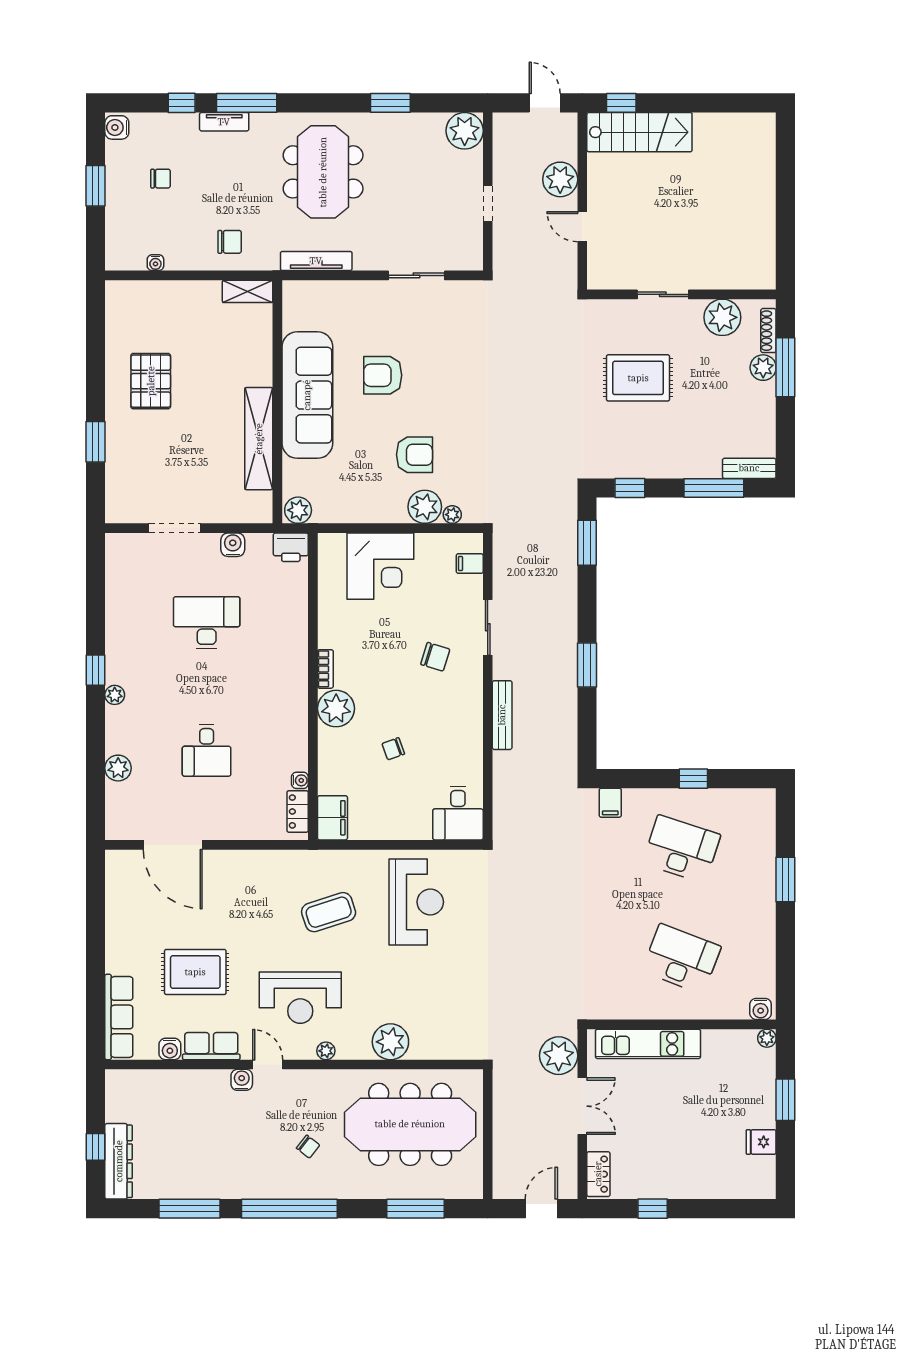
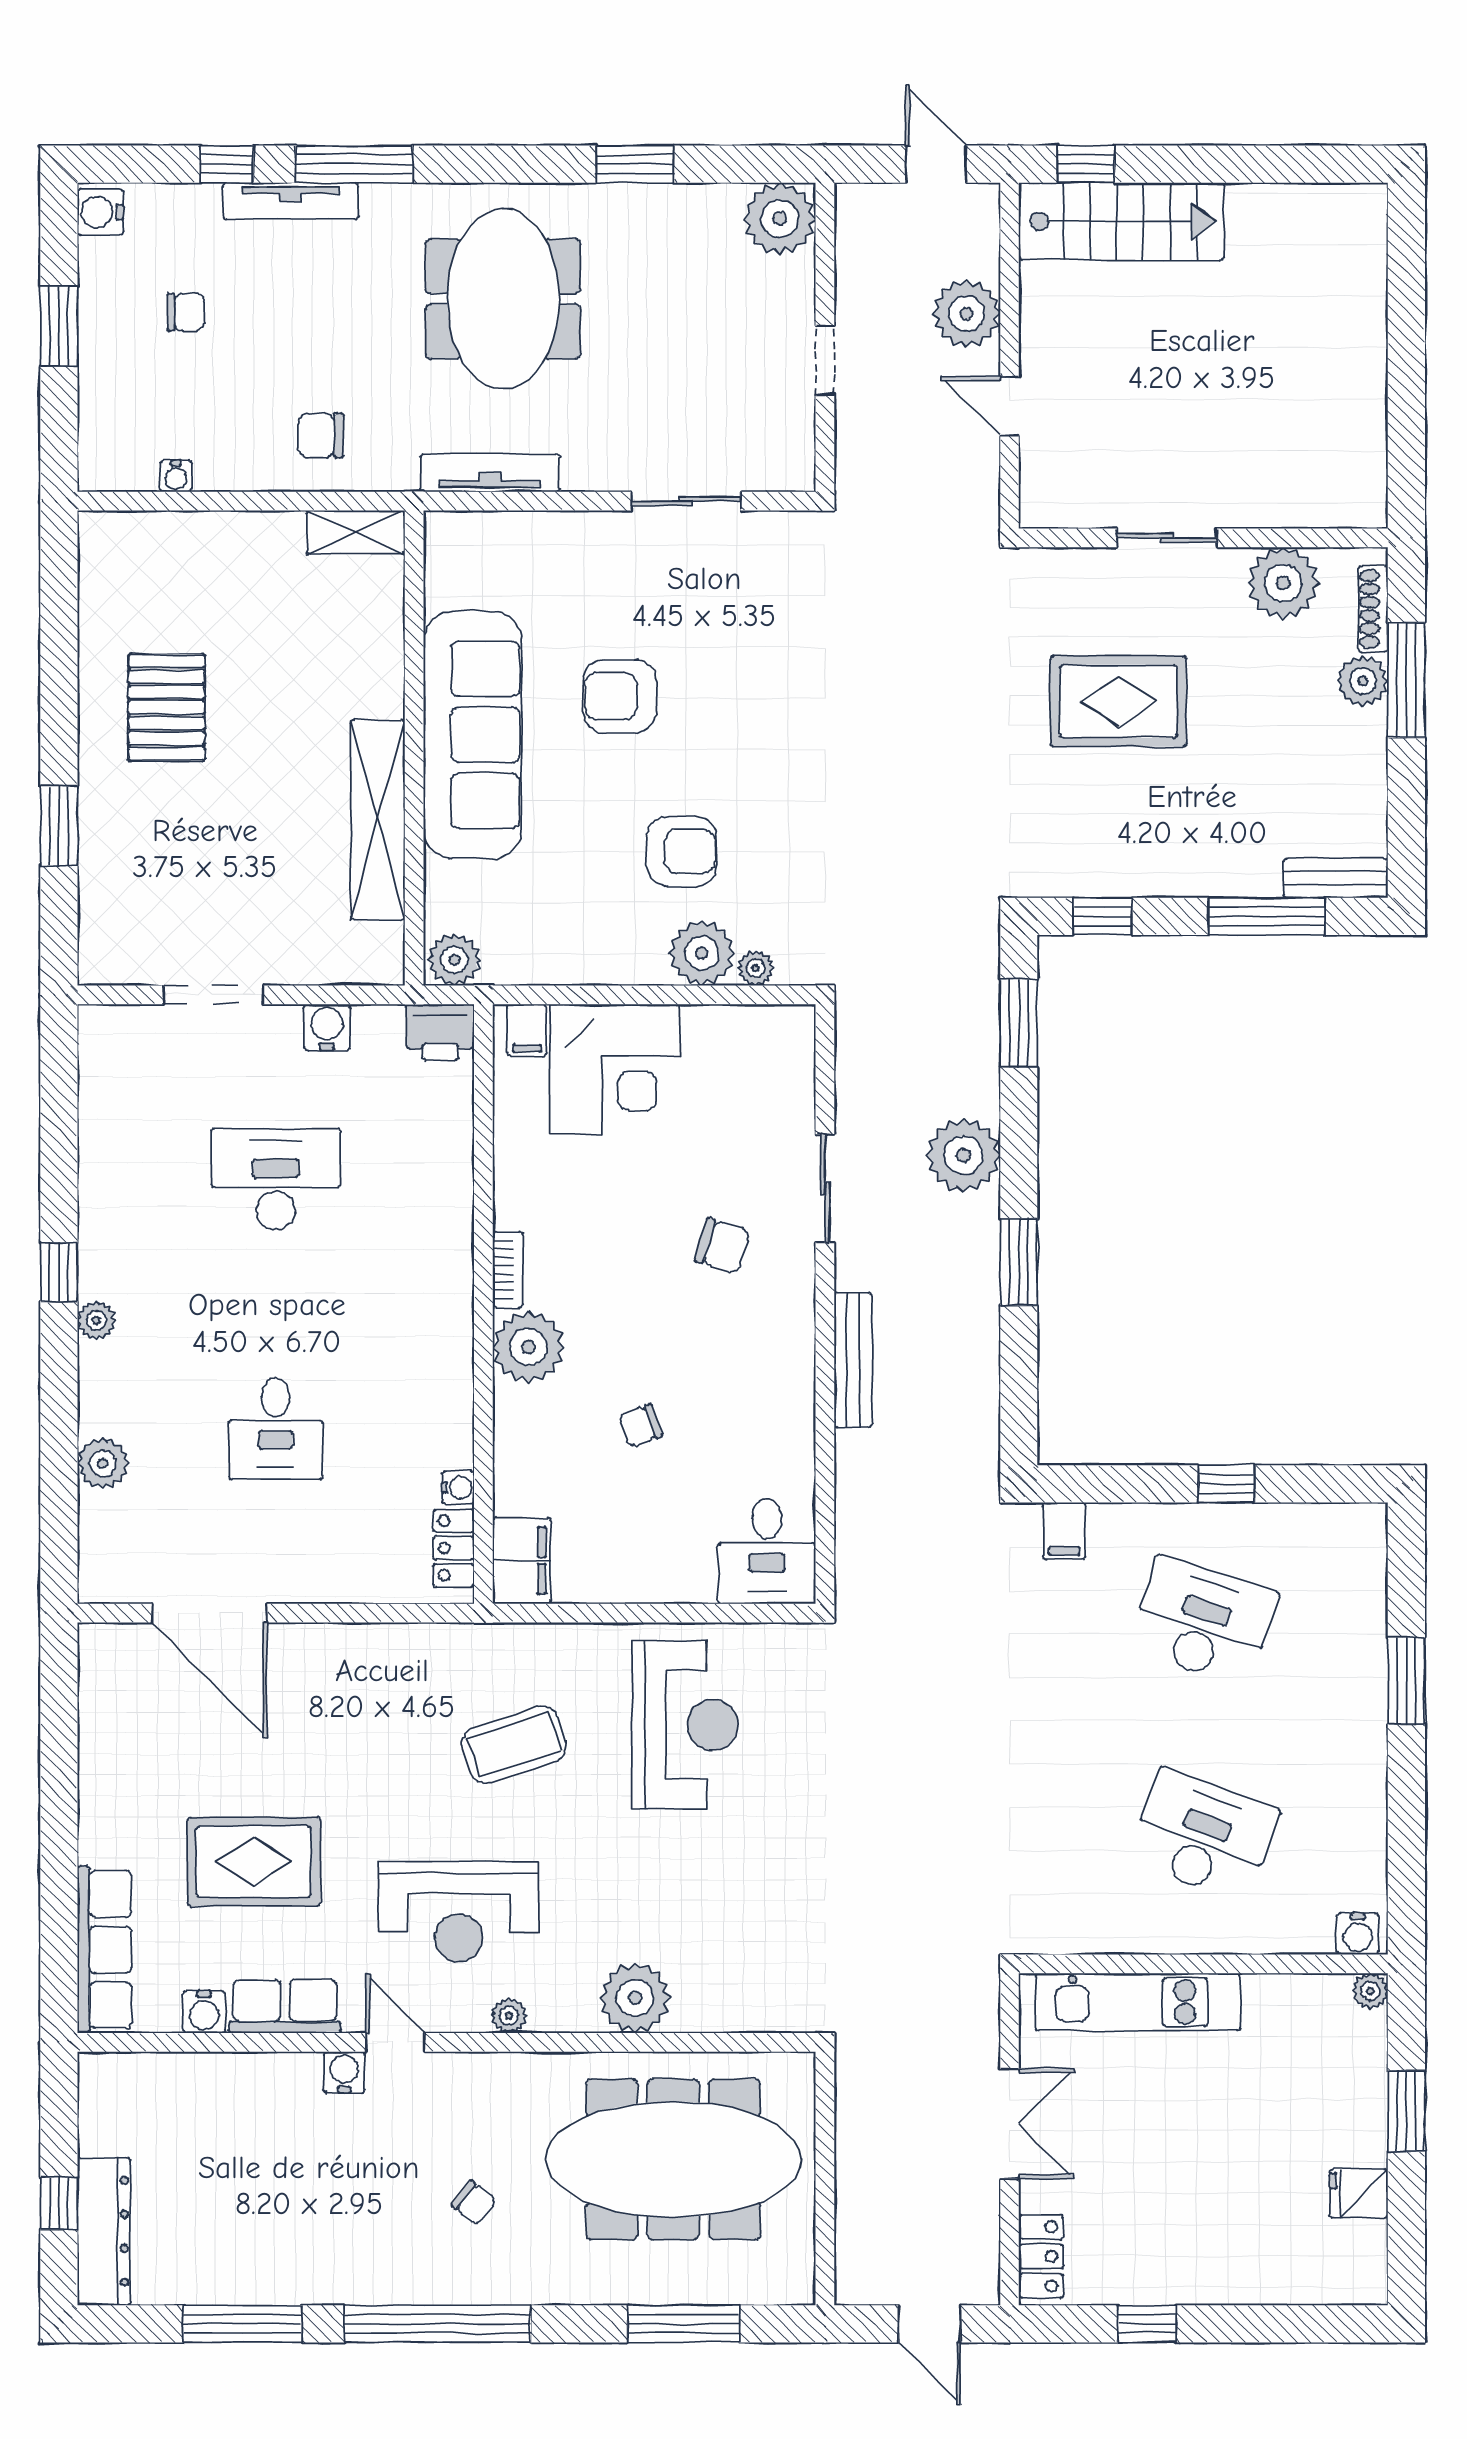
tv unit: (224, 122) -> (291, 201), width x1.41
chair: (230, 242) -> (321, 436), turned 180
filing cabinet: (470, 564) -> (527, 1030), moved, turned -90
plant: (559, 1056) -> (963, 1155), moved
door: (541, 1209) -> (930, 2324), swing flipped

